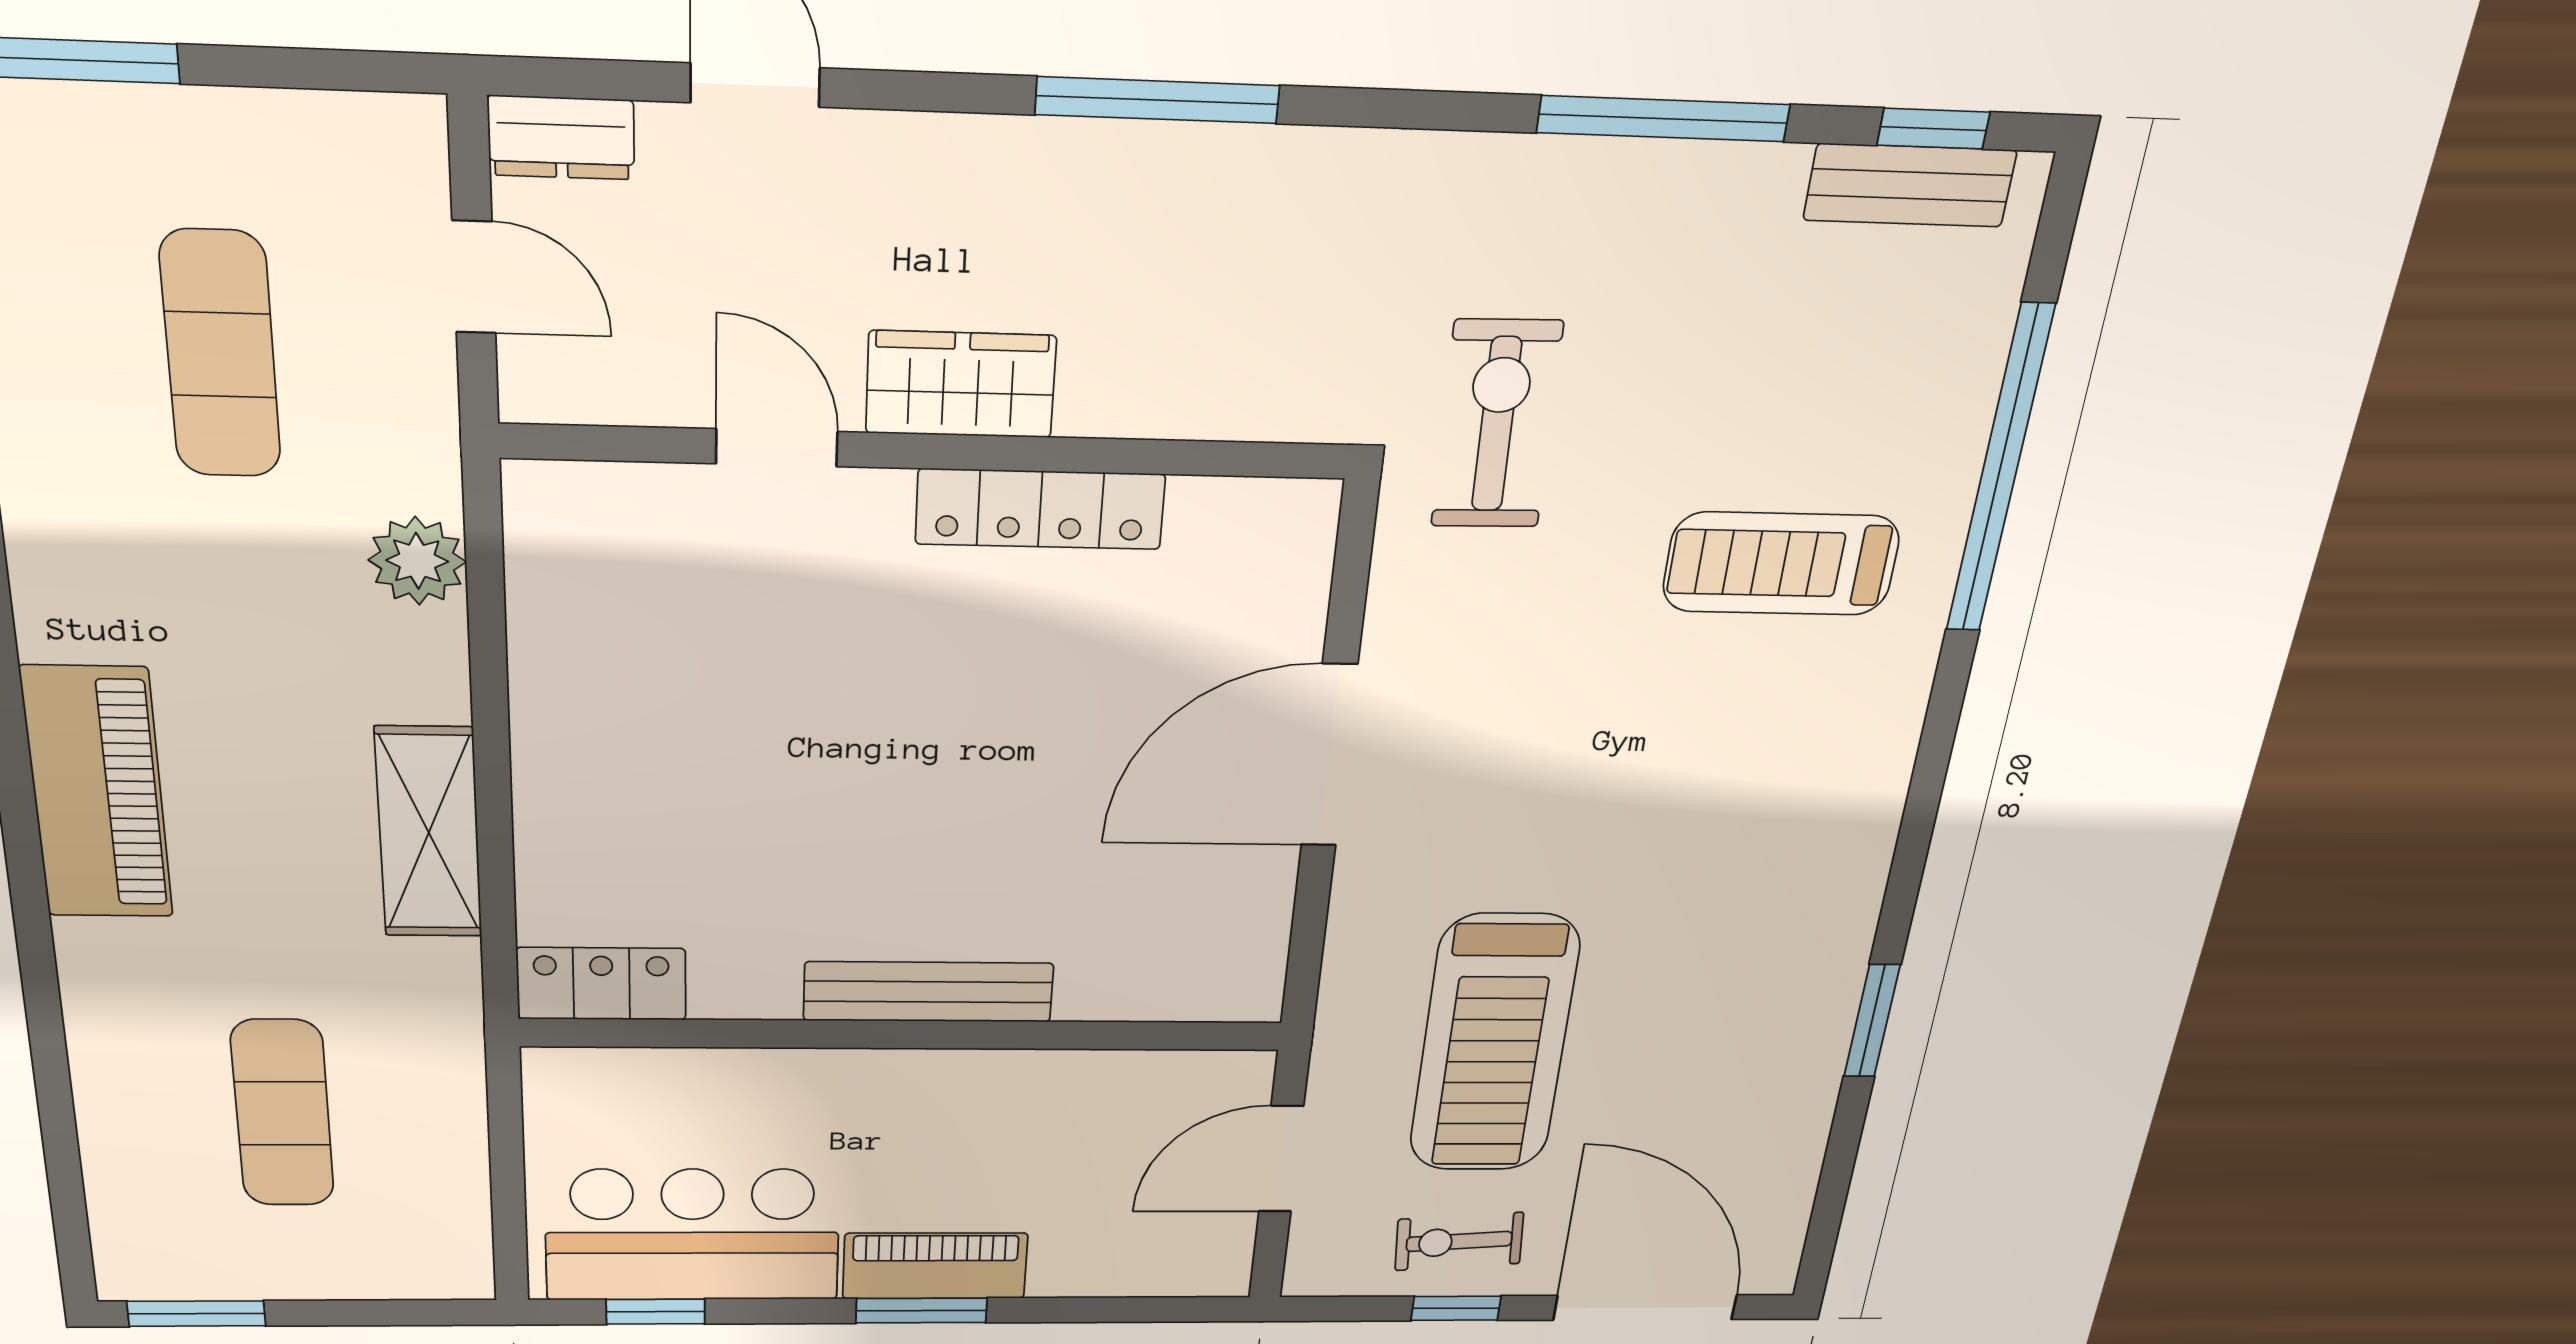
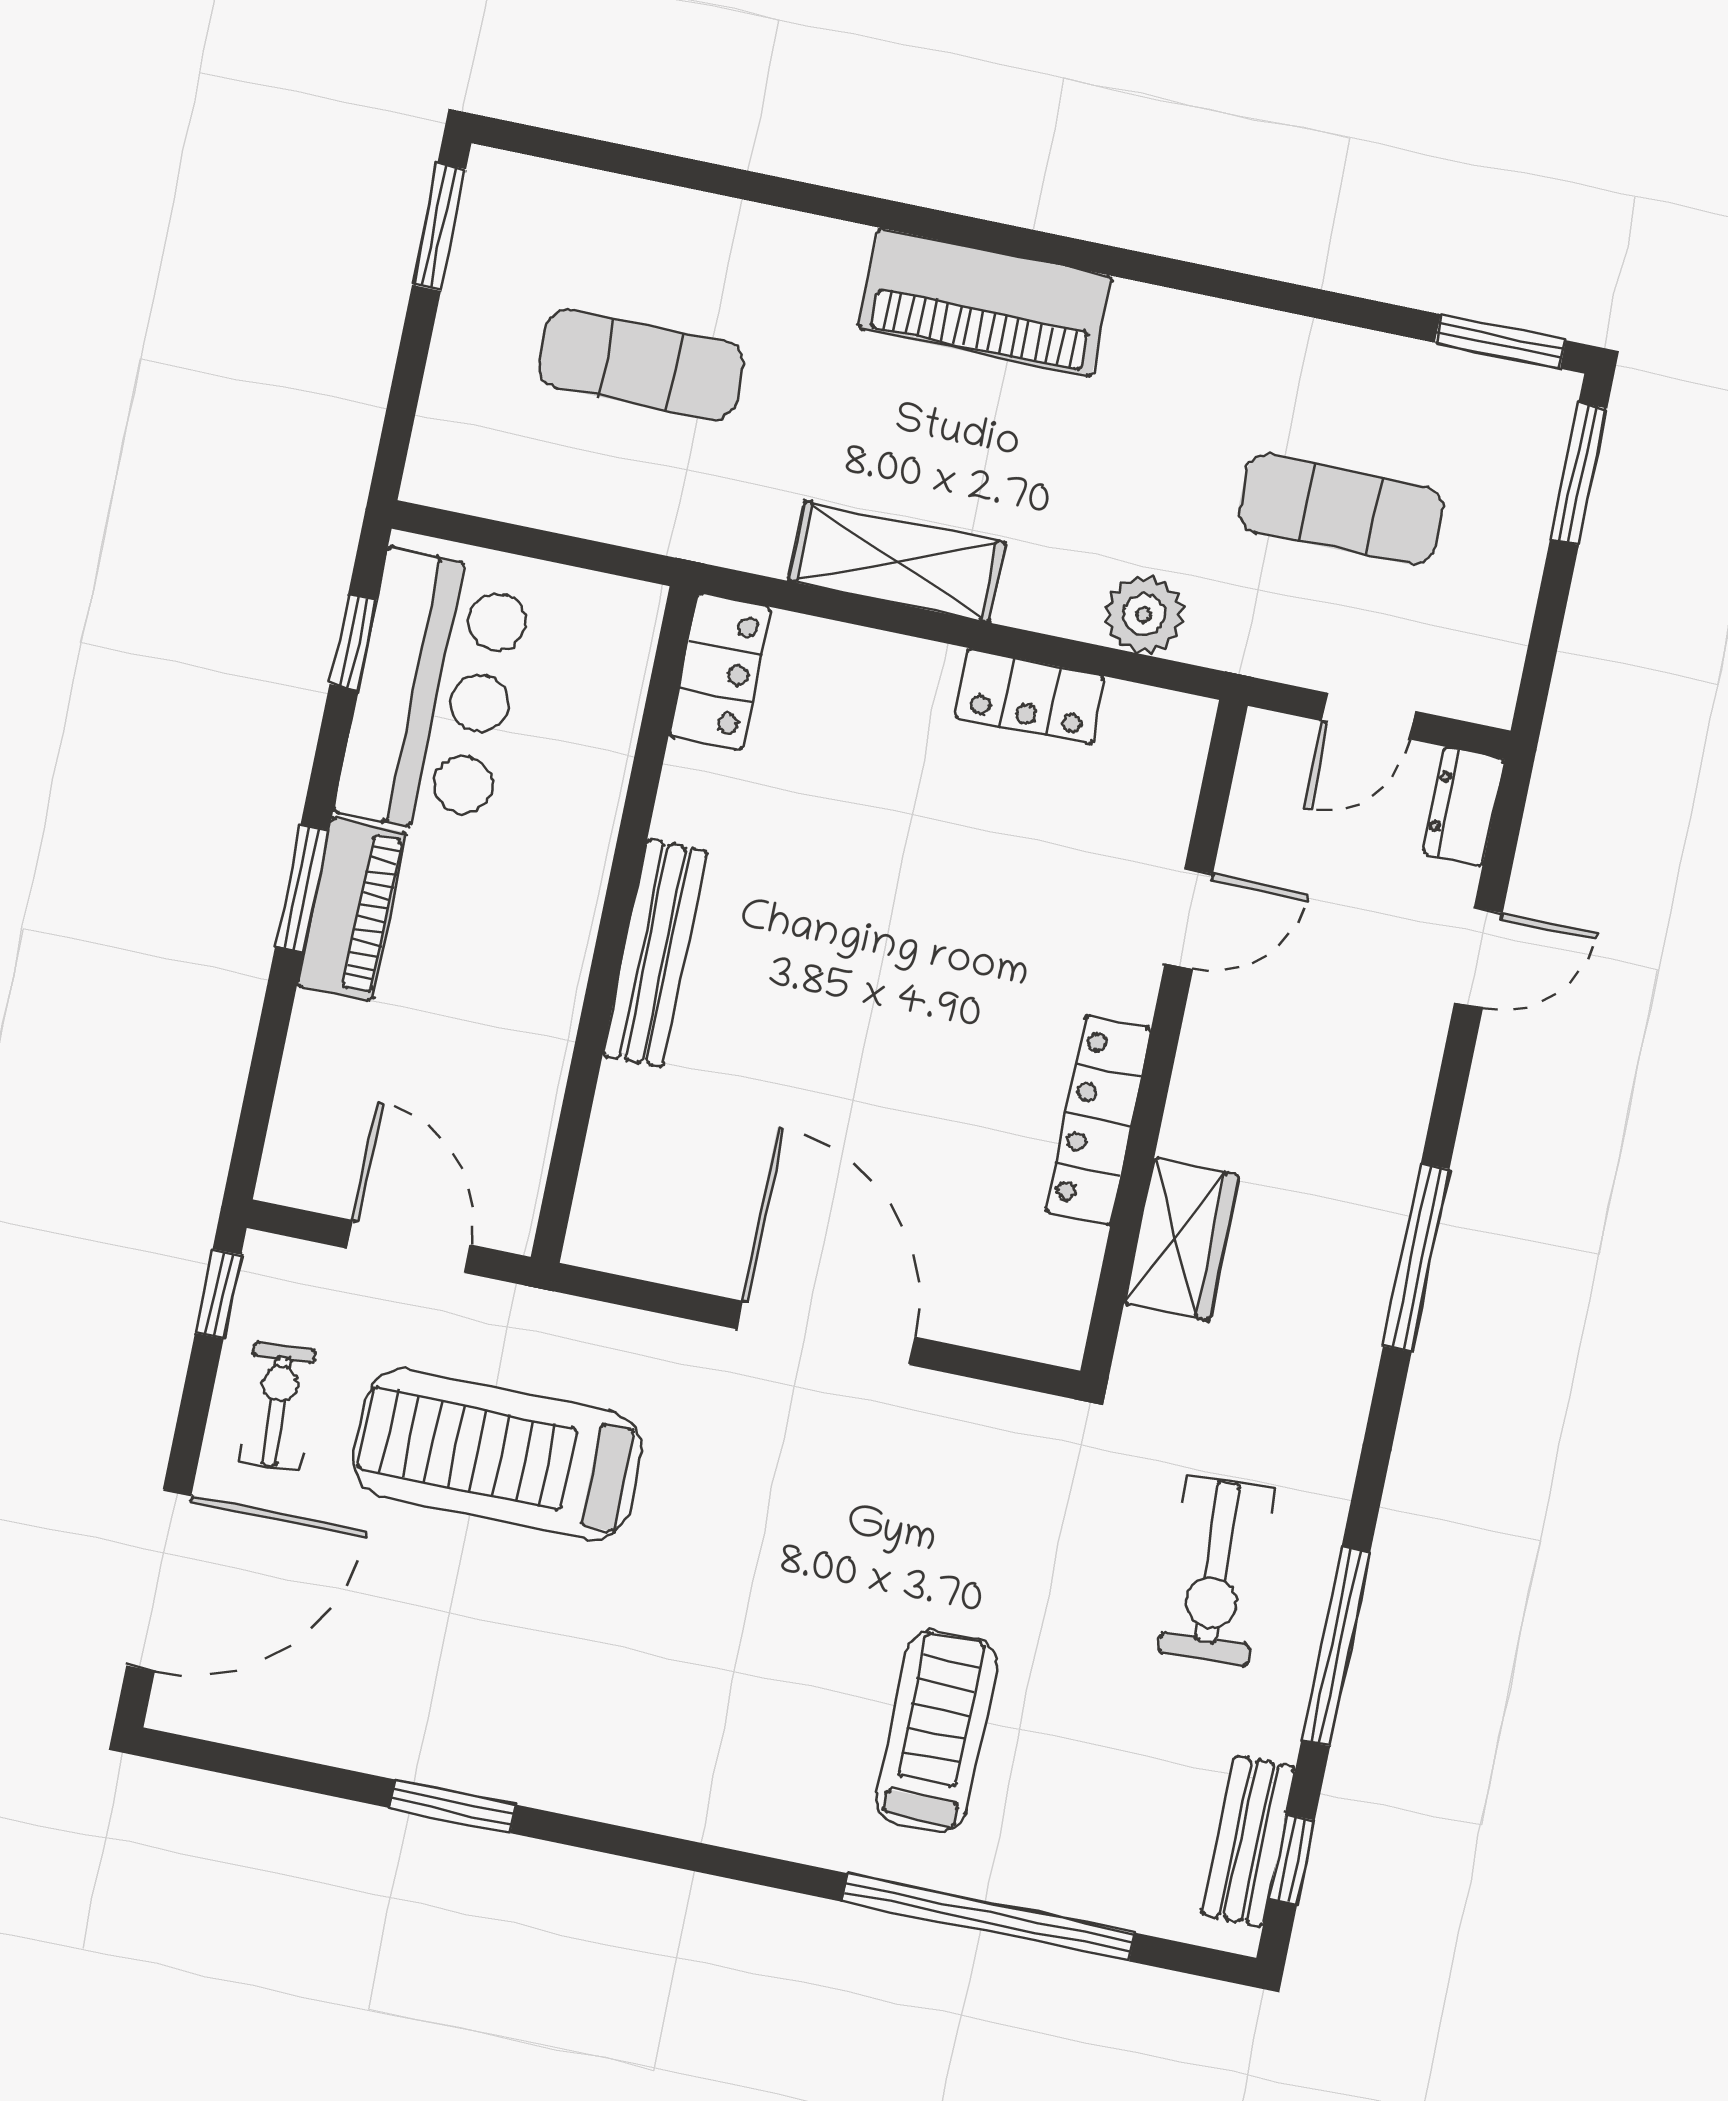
wardrobe: (961, 384) -> (1182, 1239), moved
exercise bike: (1497, 424) -> (1216, 1571), moved, turned 88
locker: (549, 669) -> (1030, 697), added
window: (1456, 1308) -> (218, 1294), moved

